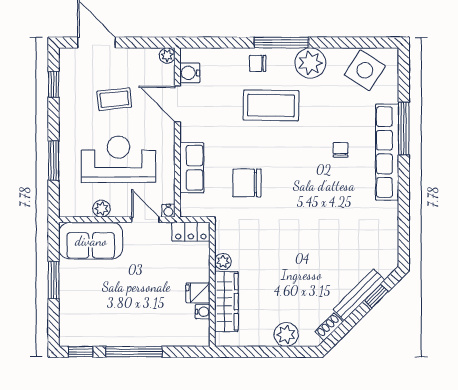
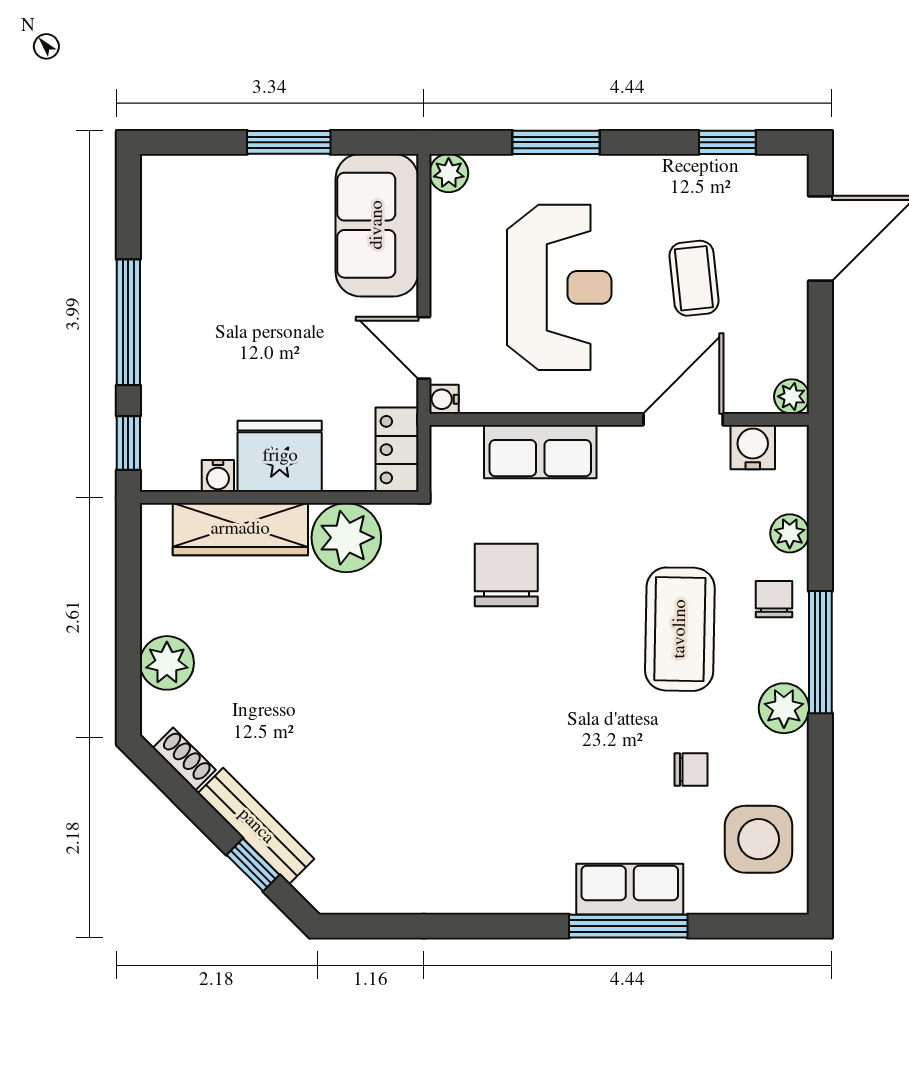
plant: (228, 56) -> (790, 533), added
plant: (310, 63) -> (784, 708), width x0.73, depth x0.73
side table: (365, 70) -> (759, 839), turned -33
chair: (340, 150) -> (691, 770), moved
row of seats: (387, 152) -> (630, 889), width x0.50
plant: (101, 209) -> (449, 173), moved
door: (145, 220) -> (424, 348), swing flipped
plant: (223, 262) -> (346, 538), width x1.87, depth x1.87
fridge: (198, 293) -> (280, 456), width x1.88, depth x1.34
window: (81, 352) -> (128, 443), moved

